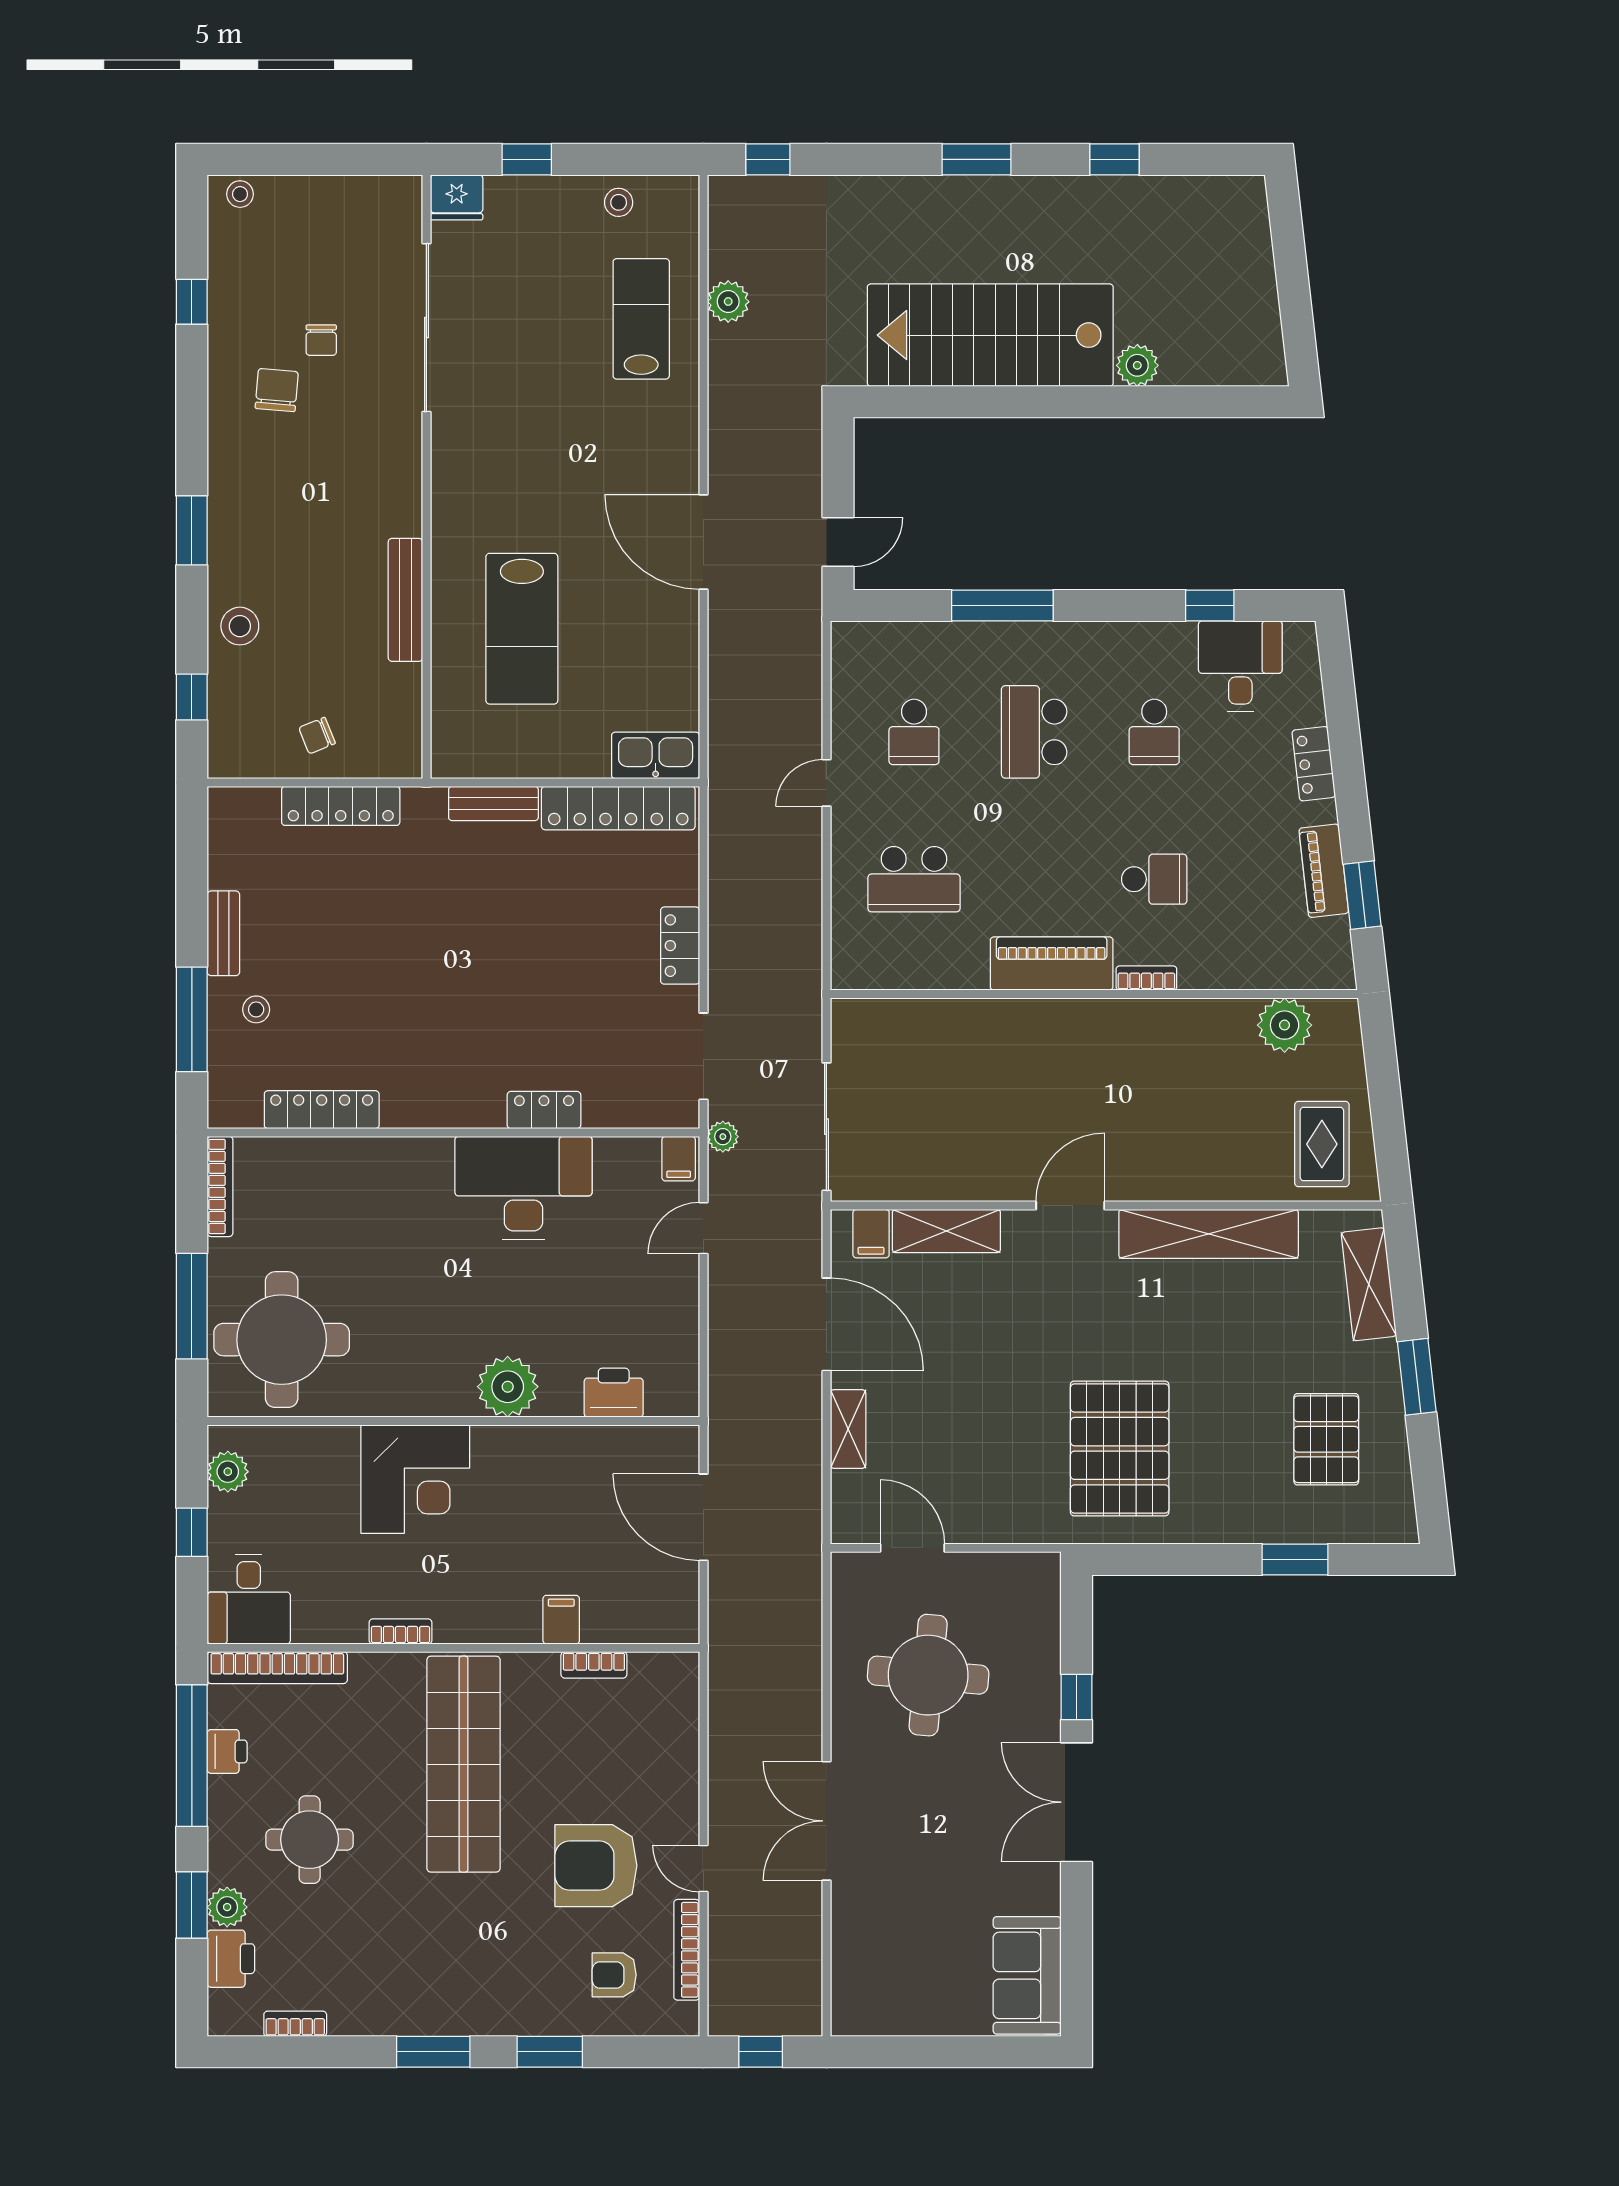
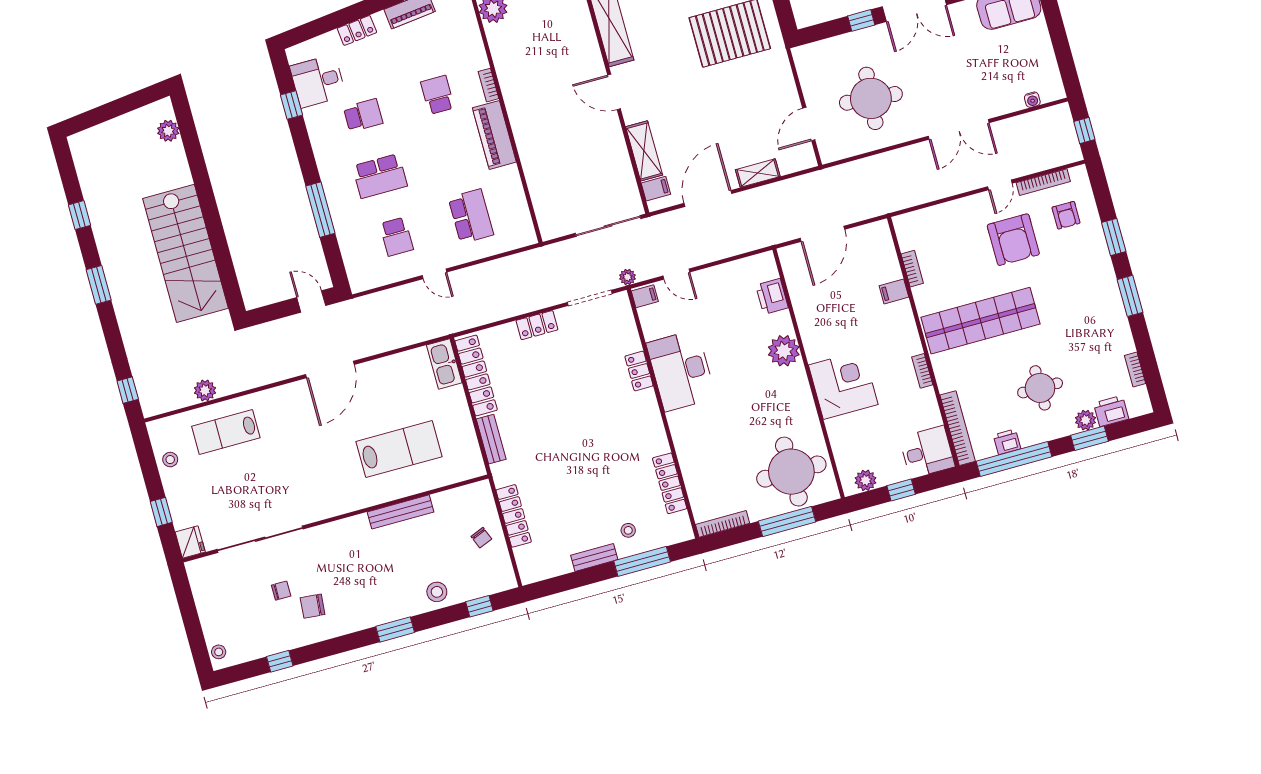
plant: (1137, 365) -> (168, 131), moved
school desk: (914, 732) -> (397, 237), turned 90
water cooler: (844, 1972) -> (1032, 100), added

